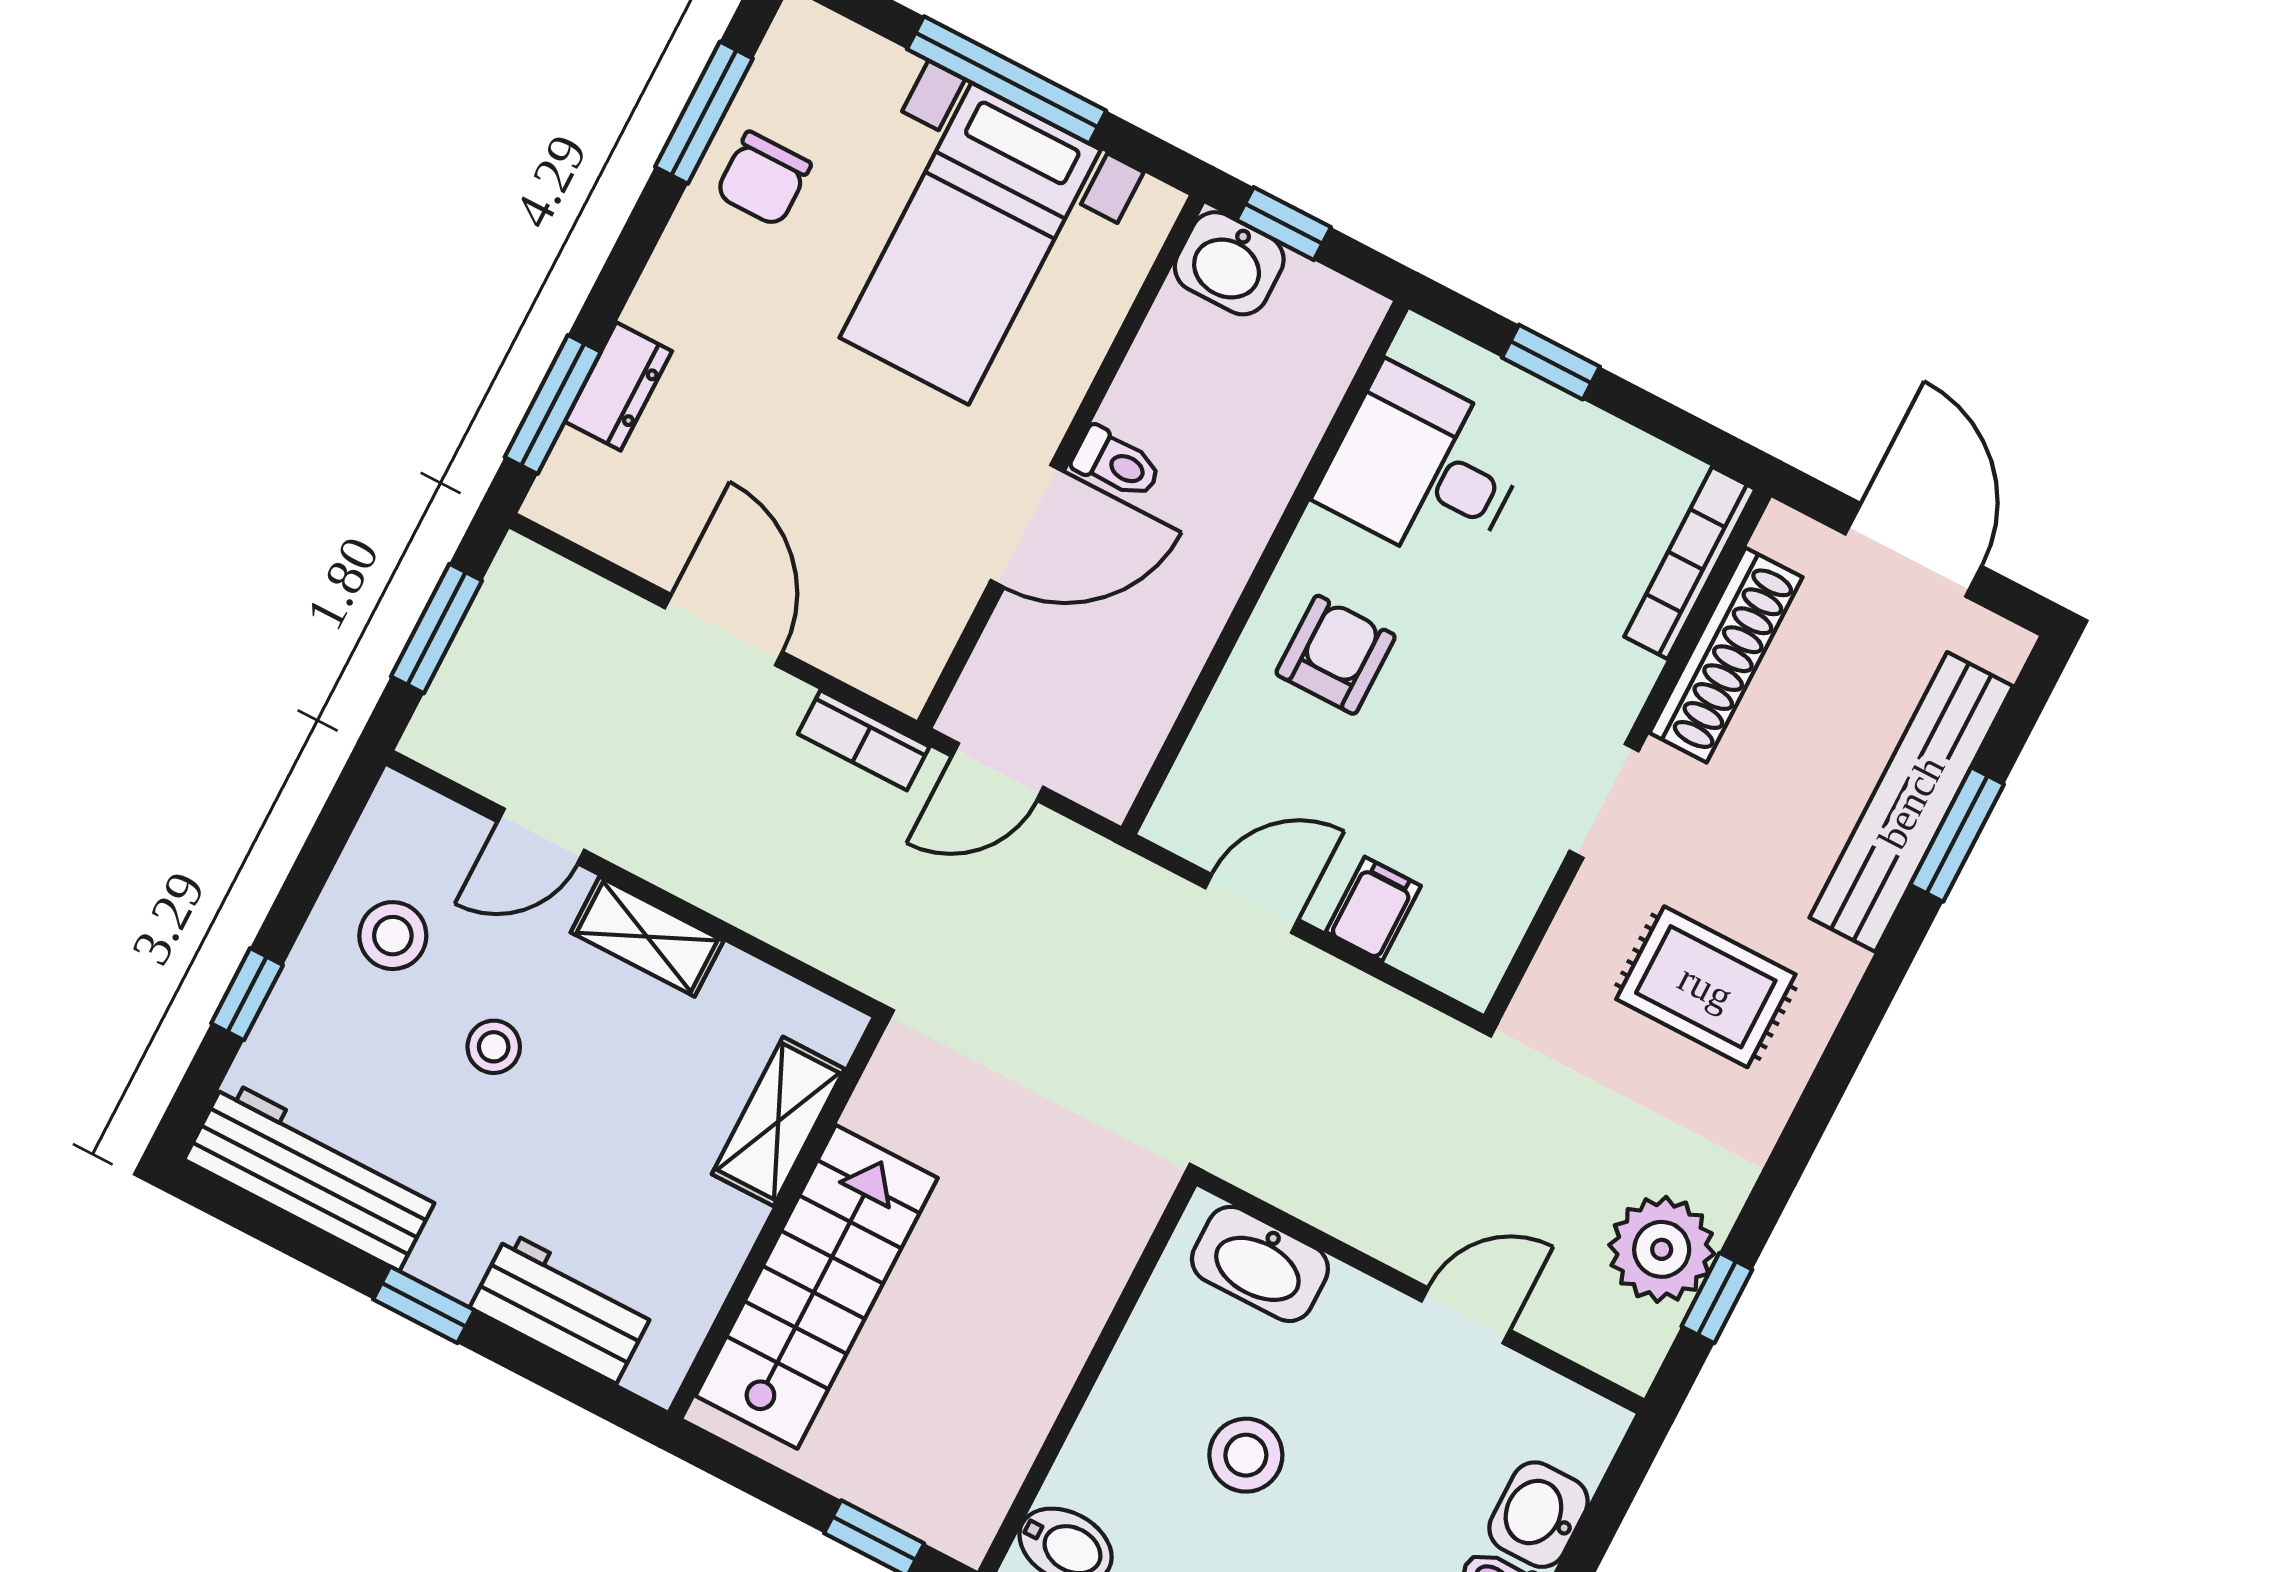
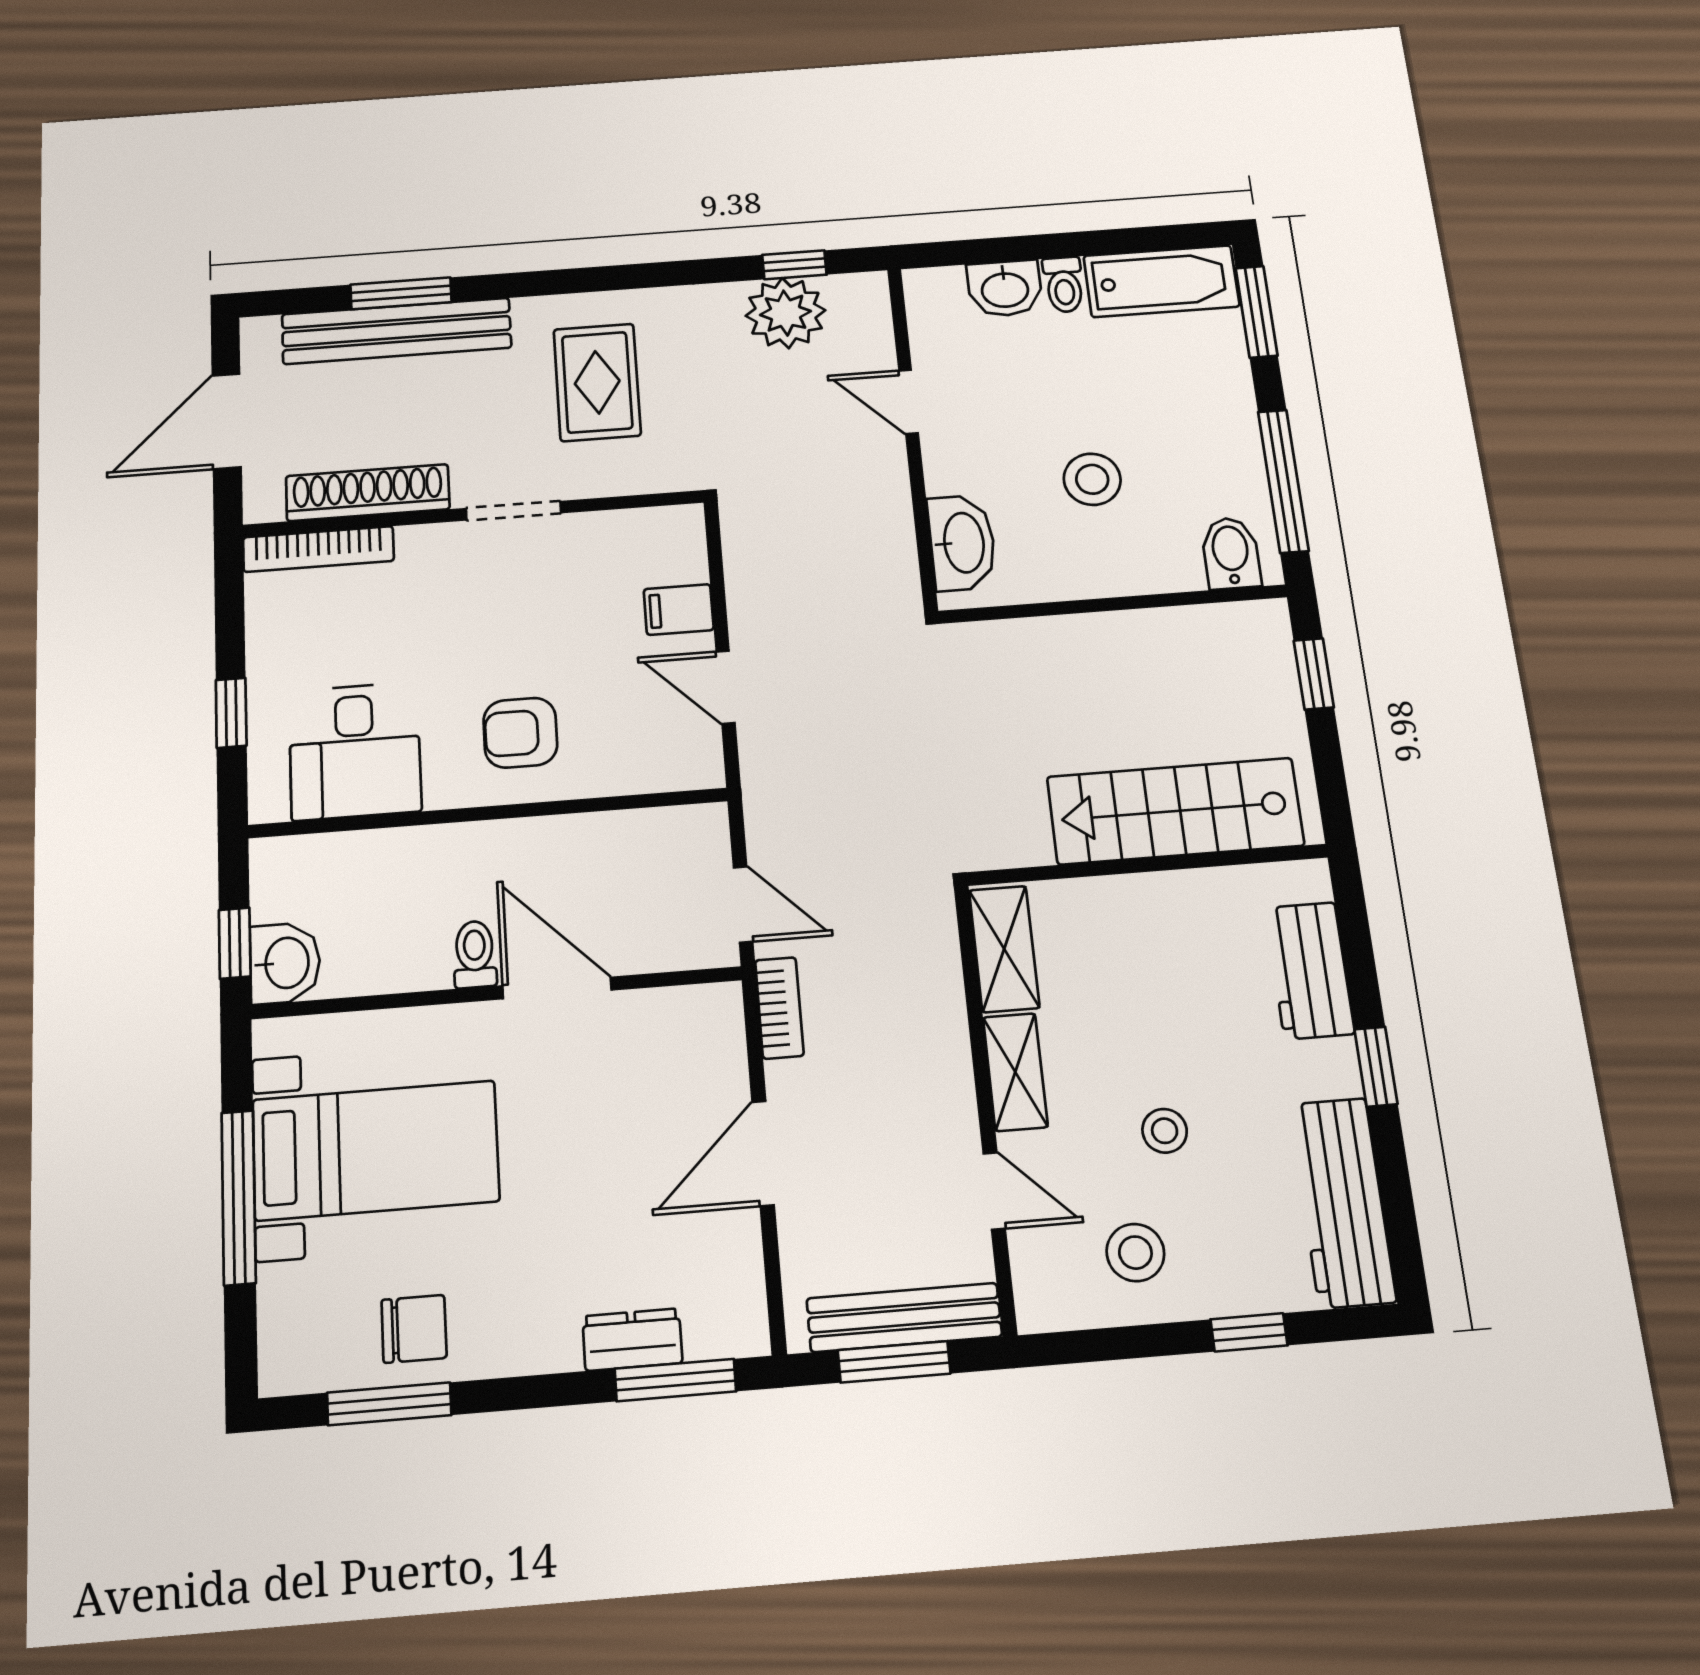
bench: (473, 666) -> (904, 1318), added
shelving: (778, 1121) -> (1004, 949), moved, turned 90

